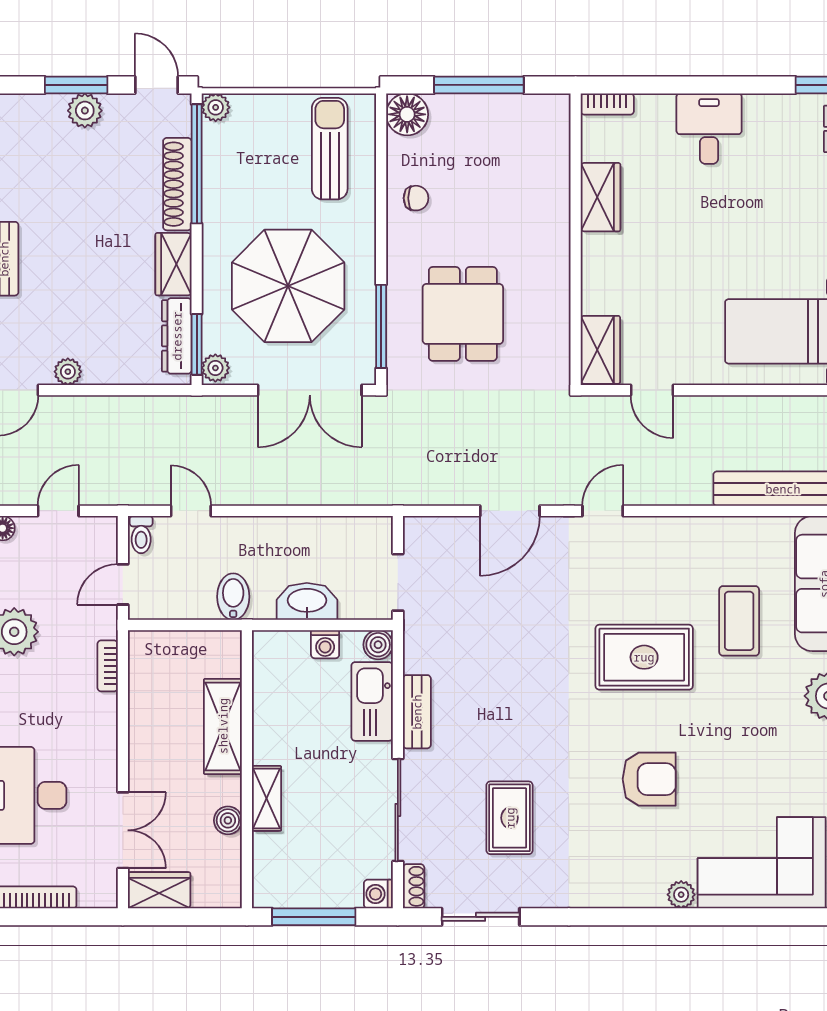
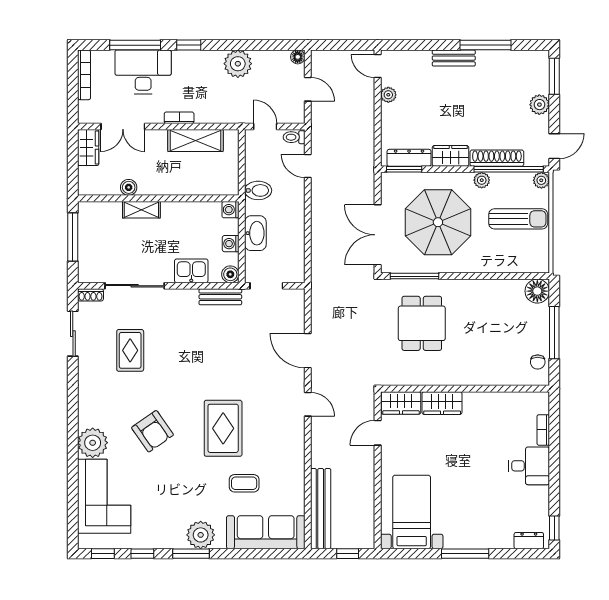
window: (76, 85) -> (554, 76), moved
bookcase: (607, 104) -> (543, 430), moved
sun lounger: (330, 149) -> (518, 219), moved
wardrobe: (600, 197) -> (442, 403), moved
chair: (416, 198) -> (538, 362), moved
dining table: (463, 314) -> (422, 323), turned 90
plant: (215, 368) -> (482, 180), moved
door: (191, 511) -> (308, 166), swing flipped
coffee table: (739, 621) -> (244, 483), width x0.73, depth x0.77
bookcase: (108, 666) -> (179, 118), moved
kitchen sink: (372, 701) -> (191, 271), width x0.73
bench: (417, 712) -> (220, 297), moved
shelving: (223, 726) -> (195, 140), moved
armchair: (649, 779) -> (153, 431), turned -35
rug: (510, 818) -> (130, 350), turned 90
washing machine: (378, 894) -> (230, 210), moved, turned -90
plant: (681, 895) -> (93, 443), width x1.88, depth x1.88

